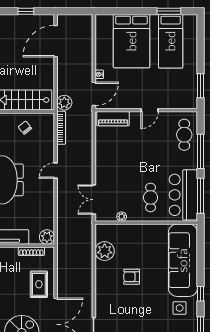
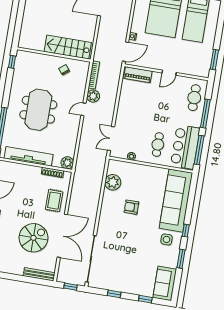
plant: (64, 103) -> (93, 96), moved

